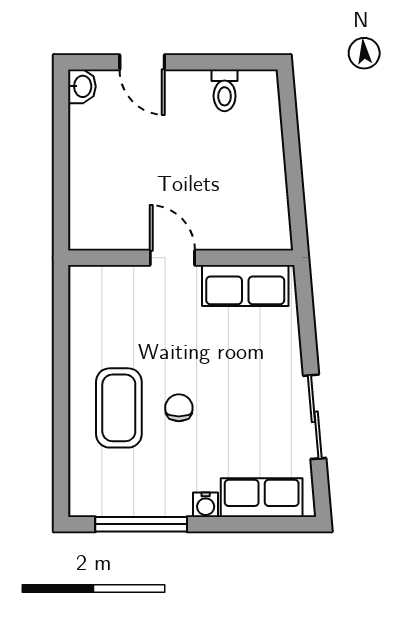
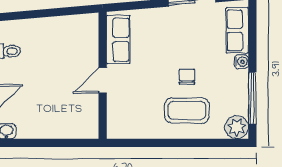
chair: (179, 408) -> (187, 77), turned 90
plant: (89, 496) -> (237, 127), added

